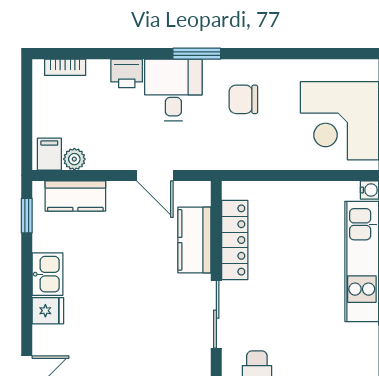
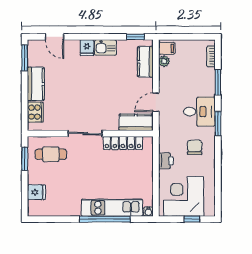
window: (115, 54) -> (218, 82), added
printer: (127, 73) -> (166, 161), moved, turned 180
kitchen counter: (194, 240) -> (136, 122), moved

